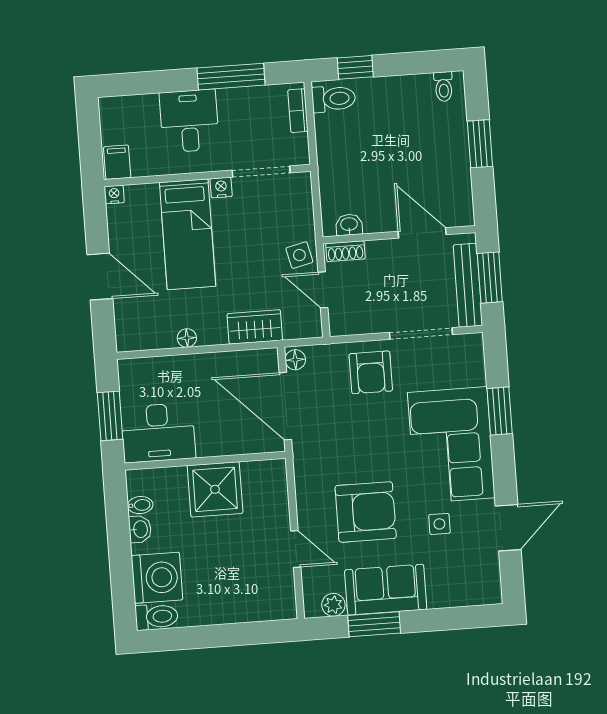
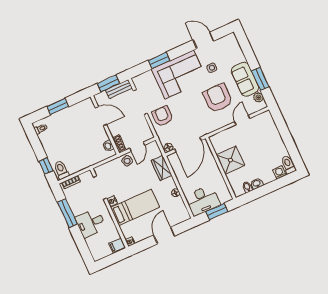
door: (422, 233) -> (101, 116), swing flipped
bench: (468, 285) -> (119, 89), width x0.73
armchair: (371, 372) -> (163, 116), turned -90
desk: (158, 433) -> (203, 200), moved, turned 90
washing machine: (157, 578) -> (279, 172), width x0.53, depth x0.53

